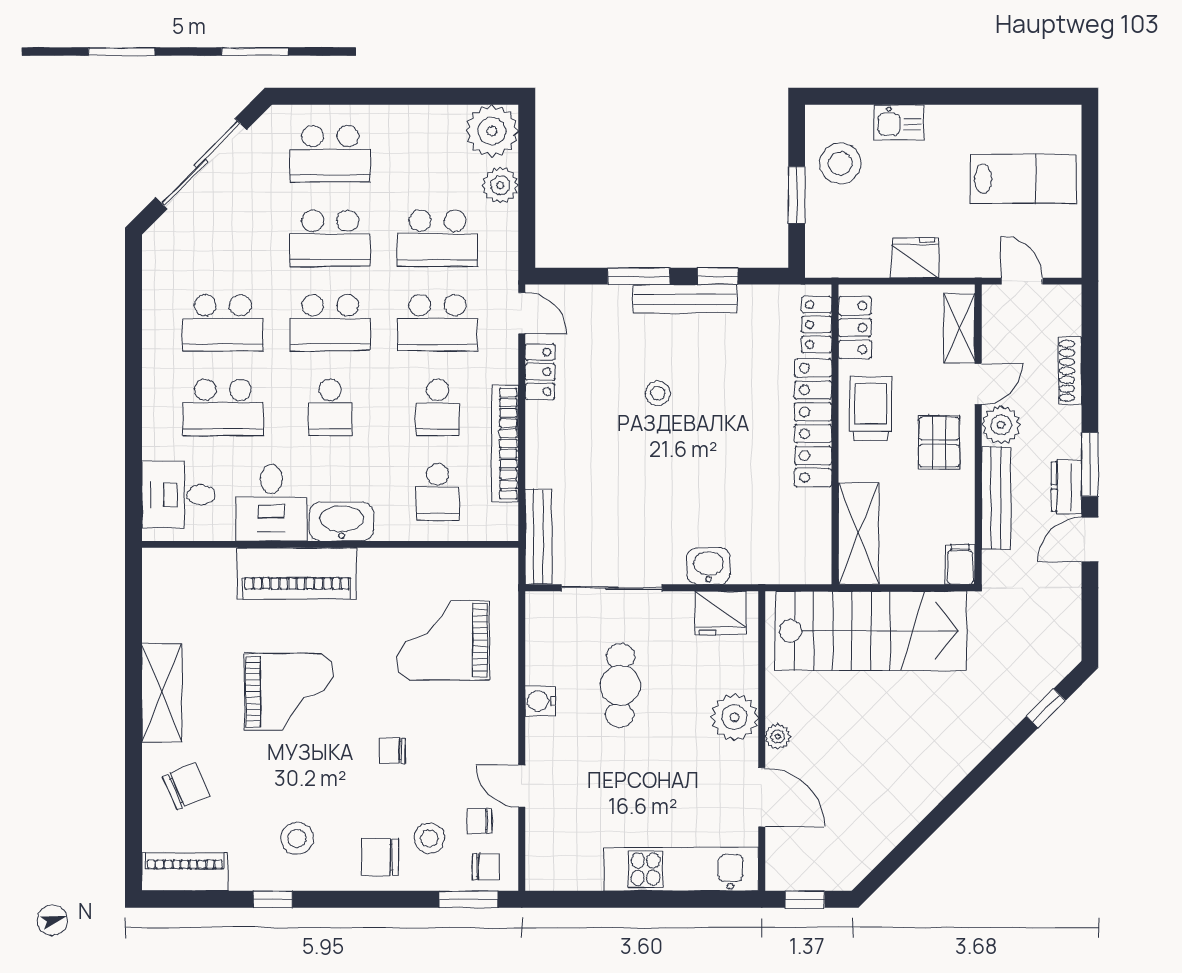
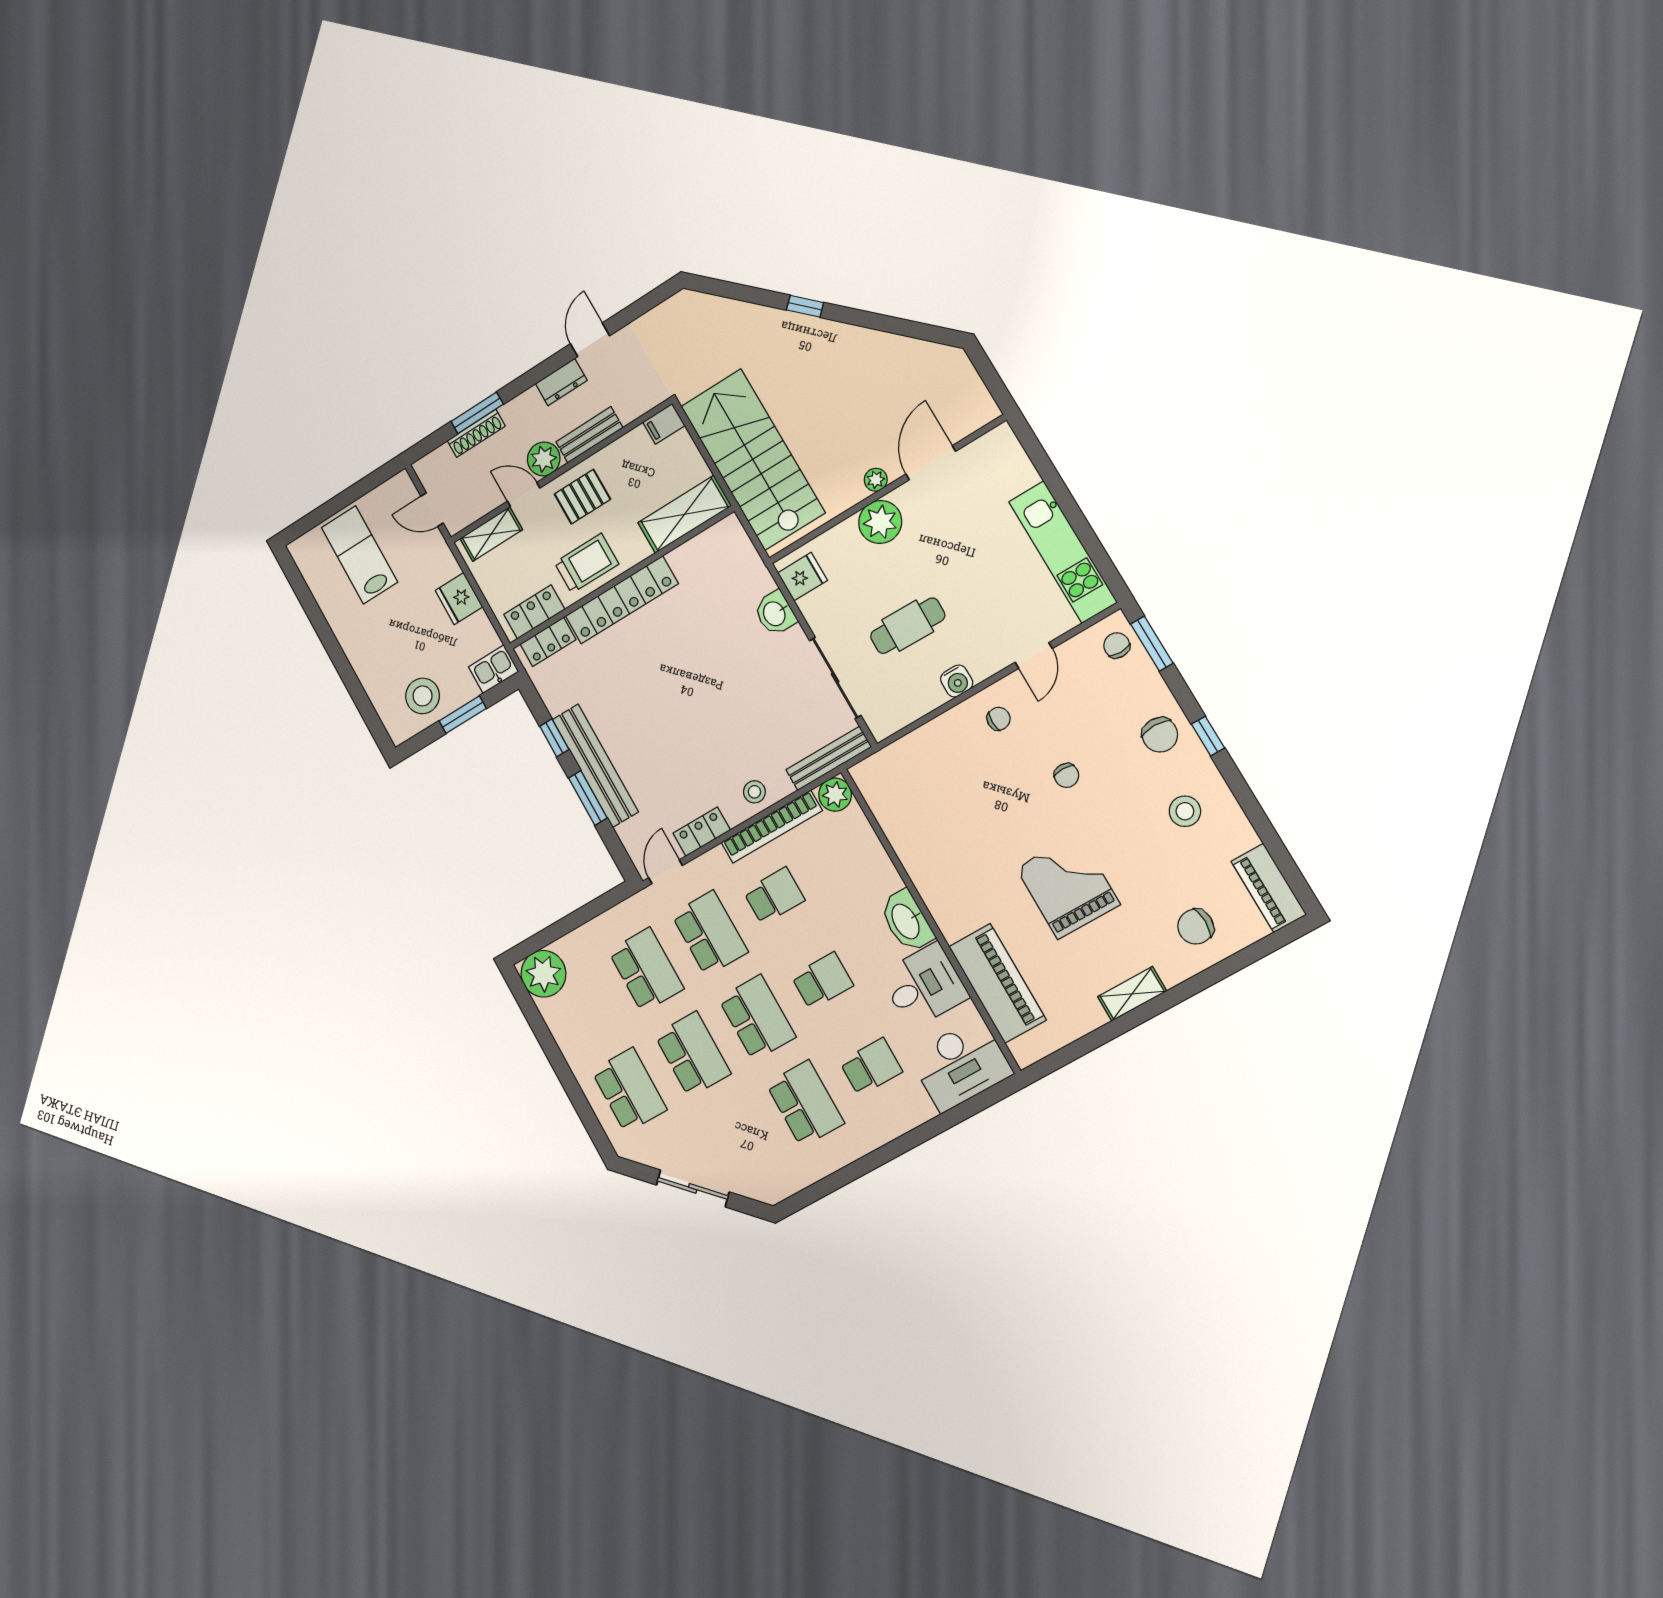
kitchen sink: (899, 123) -> (494, 669), moved, turned -90
sliding door: (201, 164) -> (693, 1188), width x0.73
plant: (500, 185) -> (835, 795), moved
door: (1022, 281) -> (432, 510), hinge flipped
bench: (685, 299) -> (595, 766), width x1.37, depth x1.21
stool: (658, 393) -> (754, 792), moved
school desk: (223, 407) -> (871, 1067), width x0.54
trolley: (871, 408) -> (587, 563), turned 180
window: (1090, 464) -> (477, 413), moved
school desk: (437, 492) -> (839, 858), removed
desk: (178, 495) -> (961, 1065), width x1.37
bench: (996, 498) -> (589, 435), width x0.73
door: (1090, 540) -> (590, 340), swing flipped
piano: (297, 574) -> (997, 983), moved
fridge: (721, 613) -> (803, 577), width x0.72
grand piano: (443, 640) -> (953, 786), removed
shelving: (162, 693) -> (1132, 994), width x0.67, depth x0.75
window: (1046, 708) -> (805, 306), moved
chair: (186, 786) -> (1196, 927), turned -66
chair: (479, 821) -> (999, 719), moved, turned -90
stool: (429, 838) -> (1120, 704), removed
kitchen unit: (681, 869) -> (1063, 552), moved
window: (273, 899) -> (1208, 736), moved
window: (805, 899) -> (992, 380), removed

